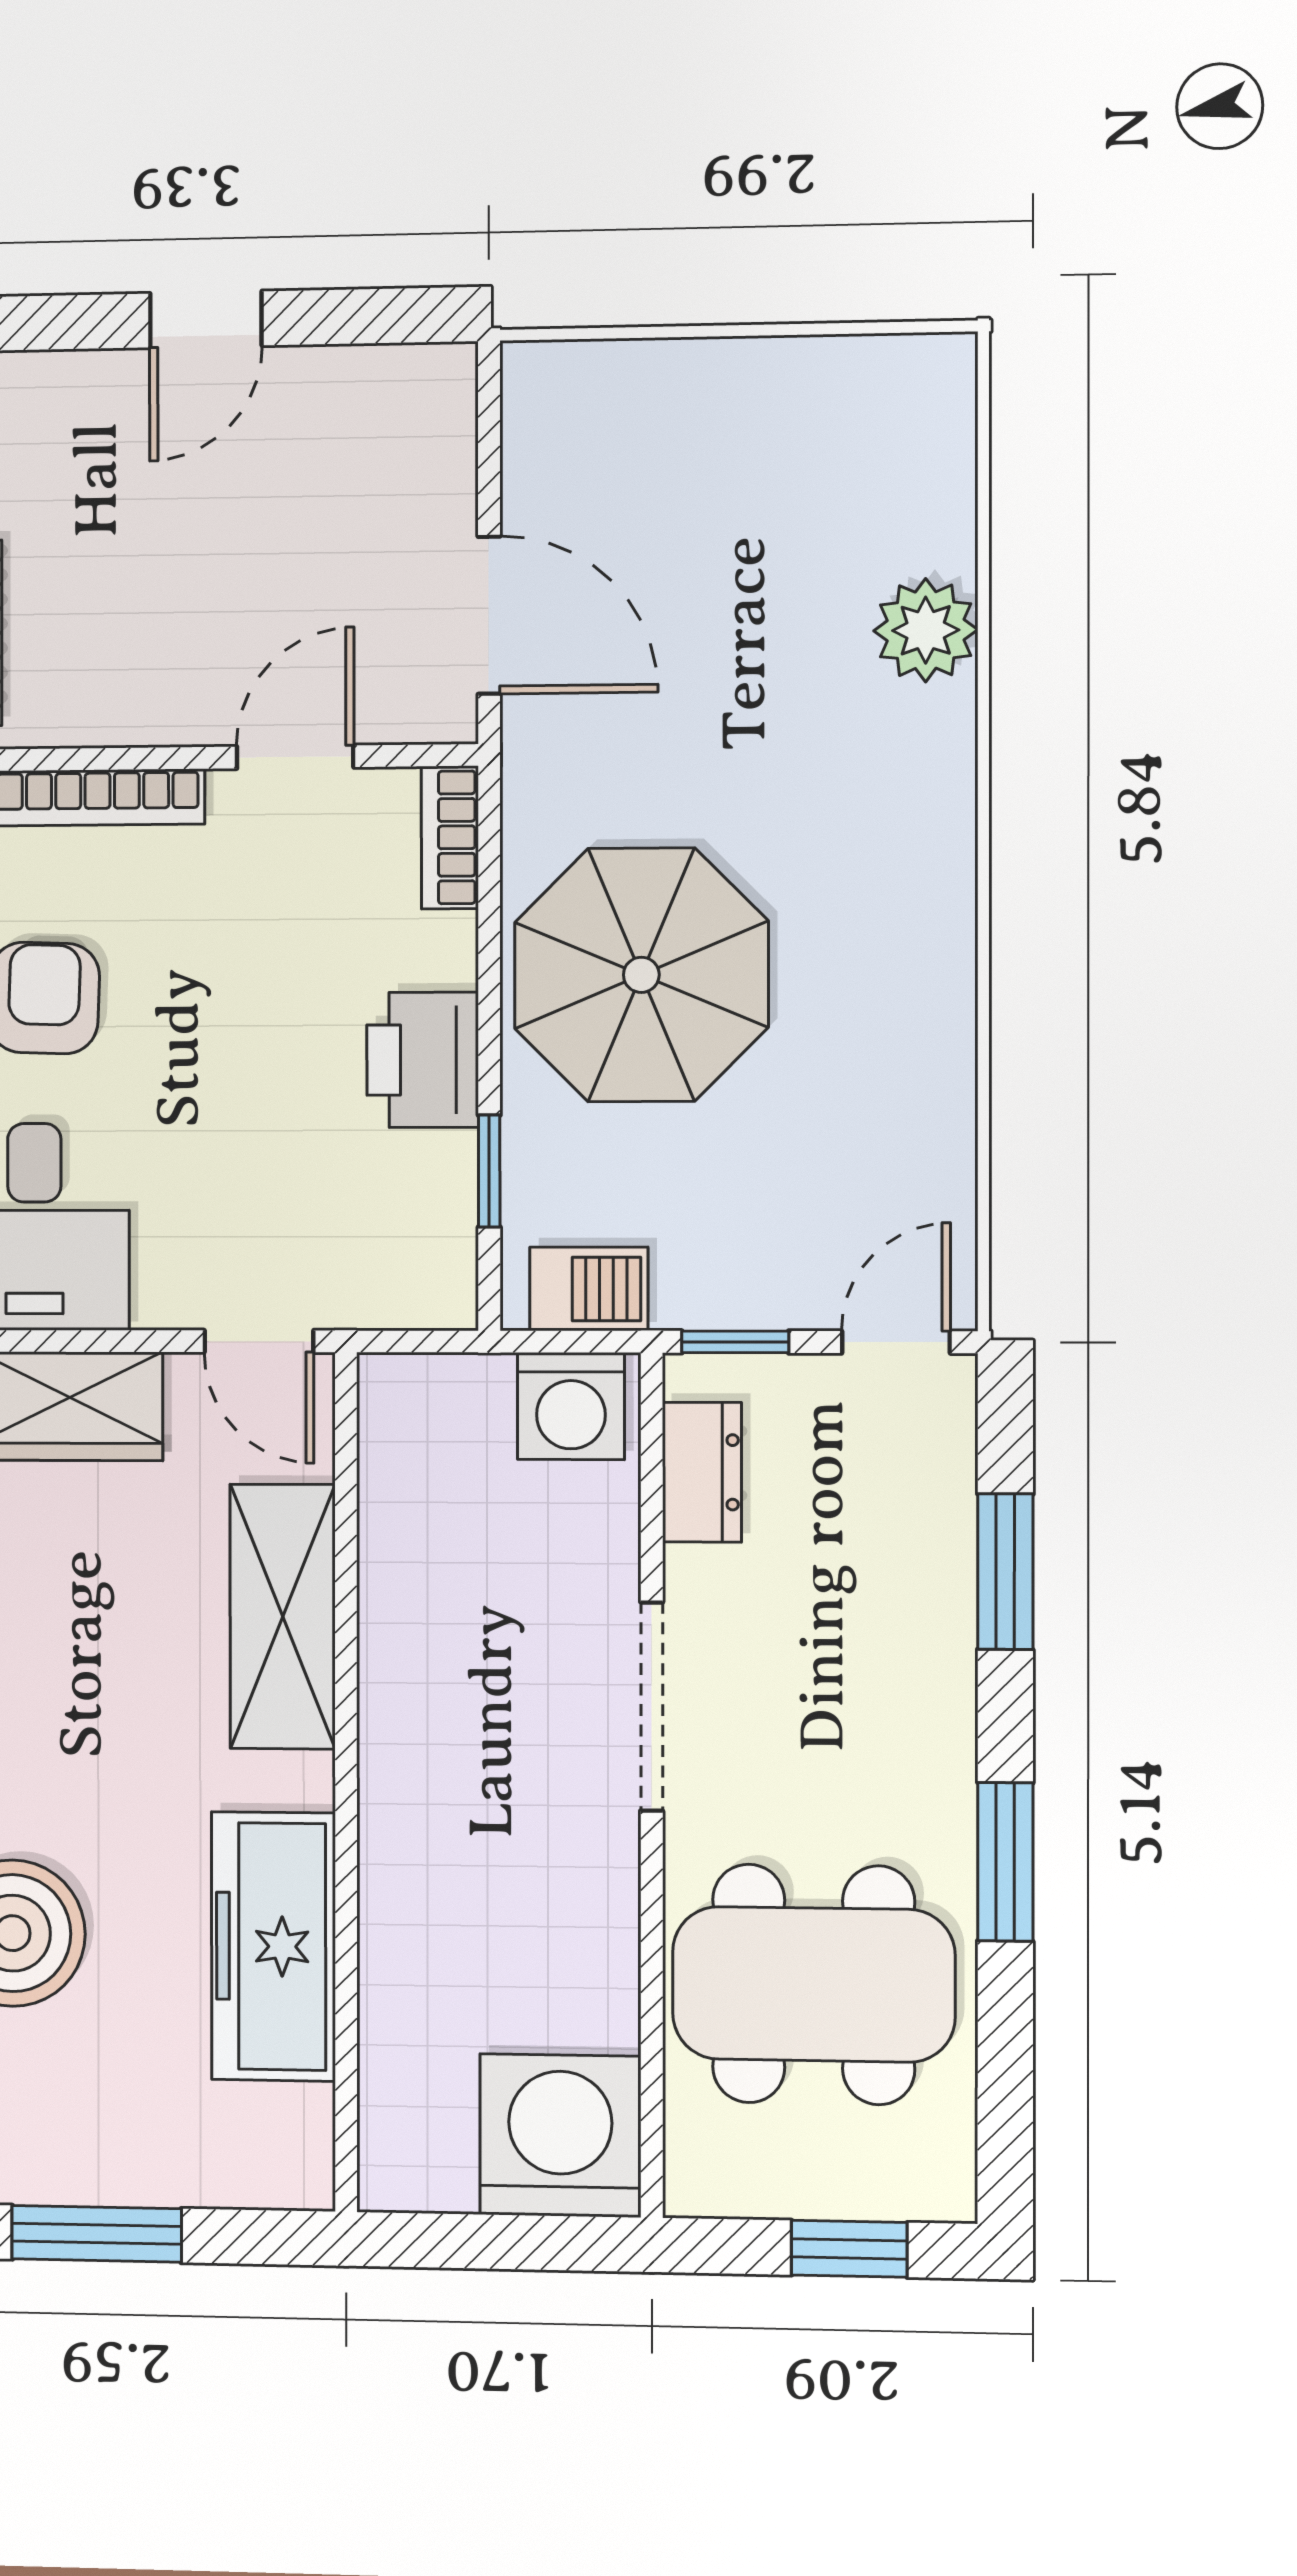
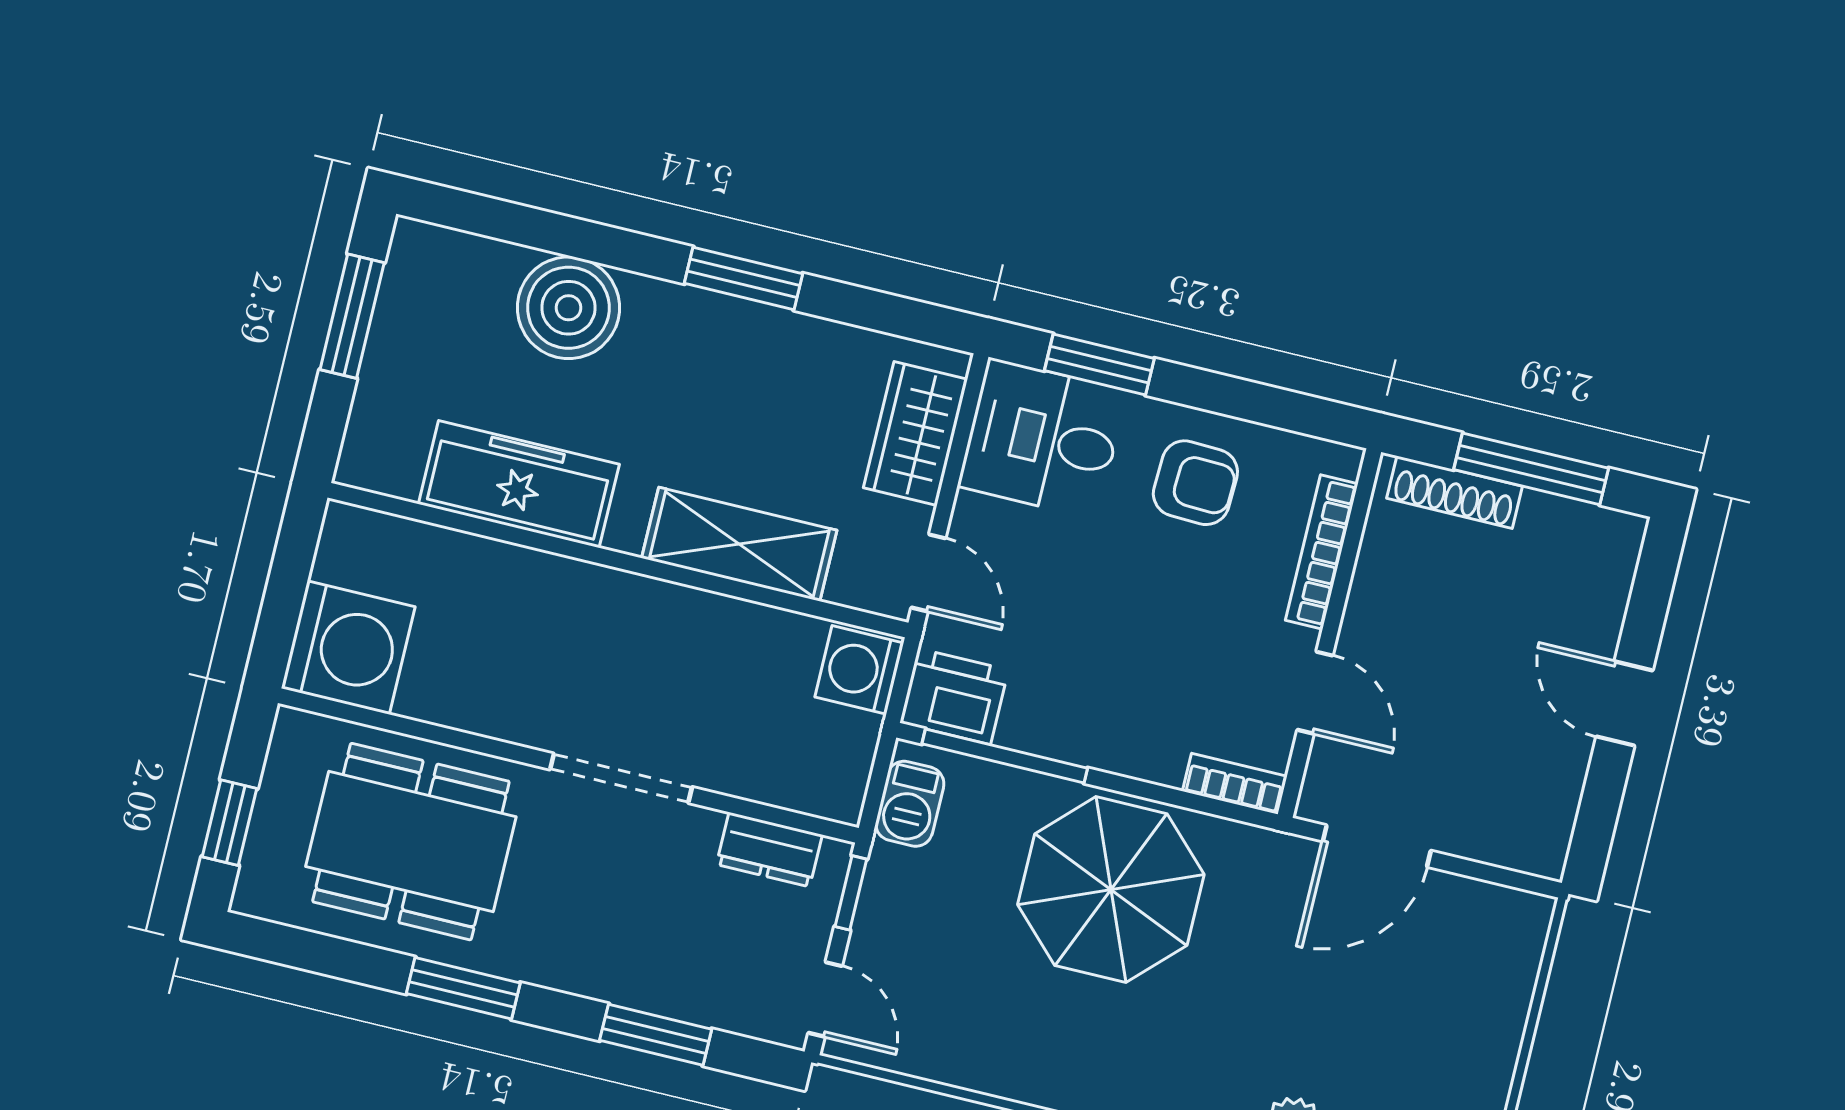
printer: (423, 1060) -> (954, 696), moved
window: (489, 1171) -> (1005, 756), width x2.17
door: (259, 1341) -> (928, 573), swing flipped
washing machine: (571, 1406) -> (859, 670), moved
dining table: (814, 1984) -> (411, 842), turned 90

